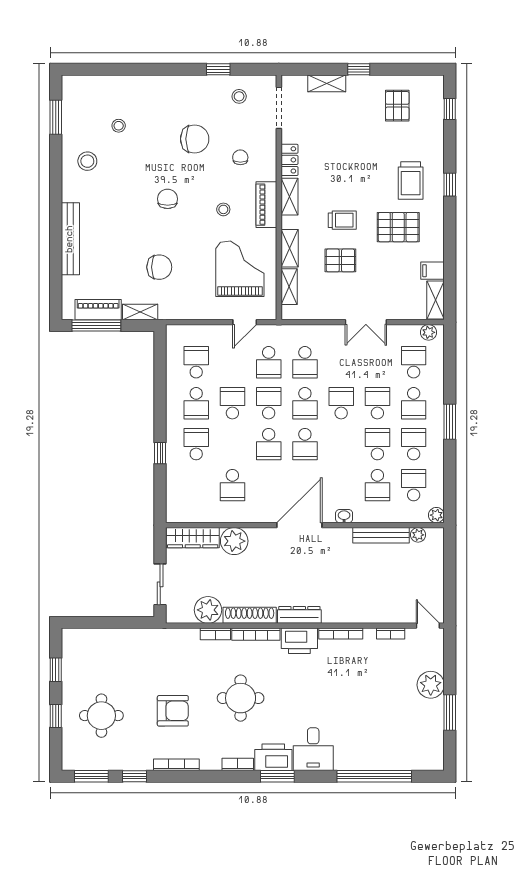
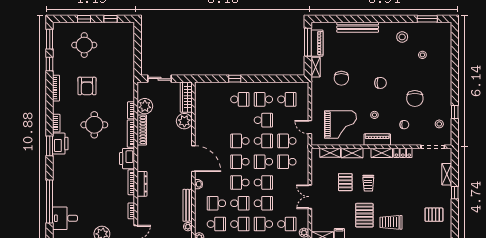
school desk: (232, 485) -> (240, 182), moved
dresser: (299, 615) -> (142, 184), moved
desk: (313, 749) -> (65, 218), moved

